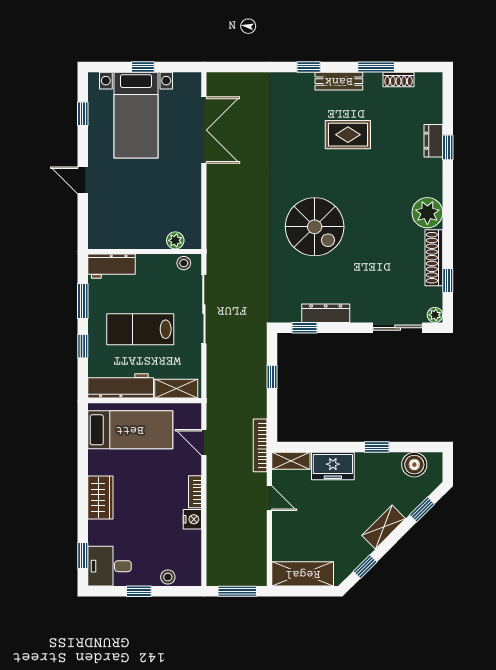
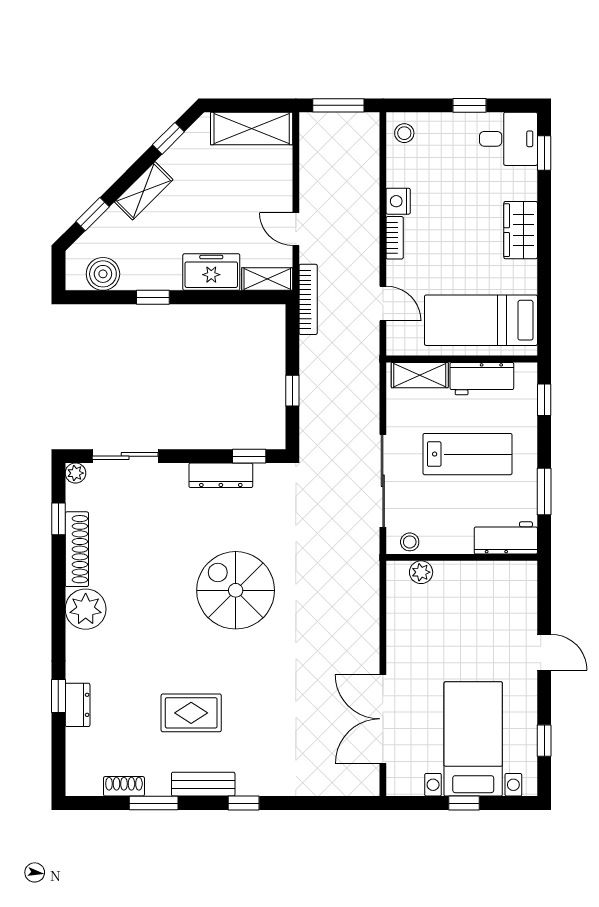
window: (83, 346) -> (544, 400), moved
workbench: (121, 386) -> (482, 379), width x0.73
stool: (168, 577) -> (404, 133), moved

